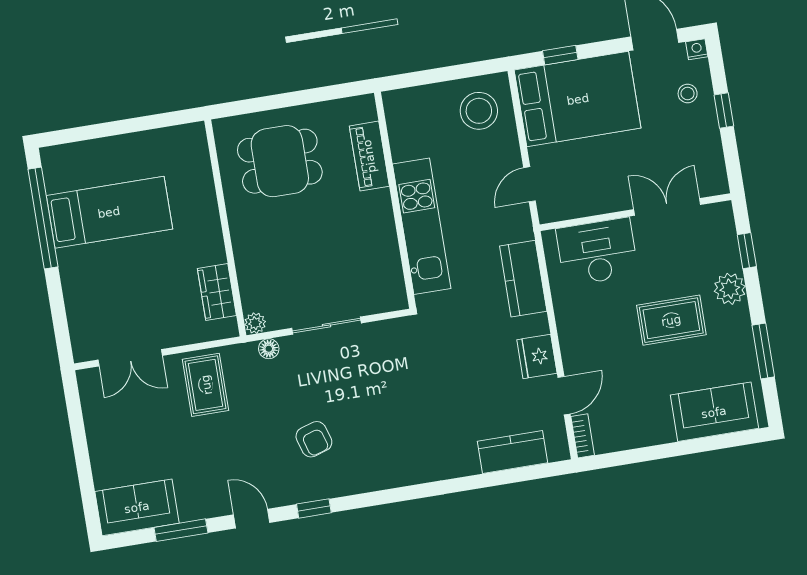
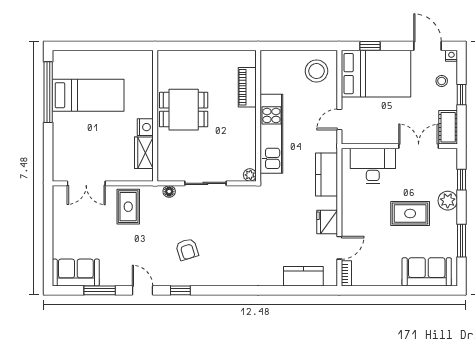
dining table: (280, 161) -> (184, 110), moved
cot: (711, 168) -> (448, 127), added
nightstand: (212, 249) -> (145, 127), added
plant: (255, 323) -> (250, 175), moved

